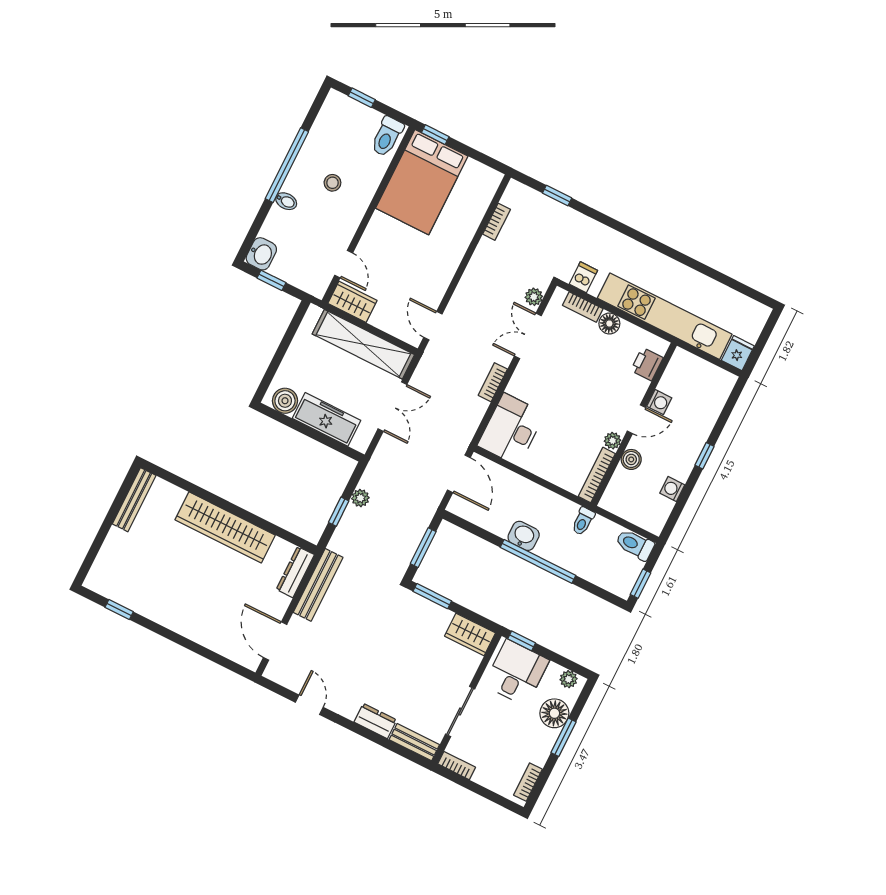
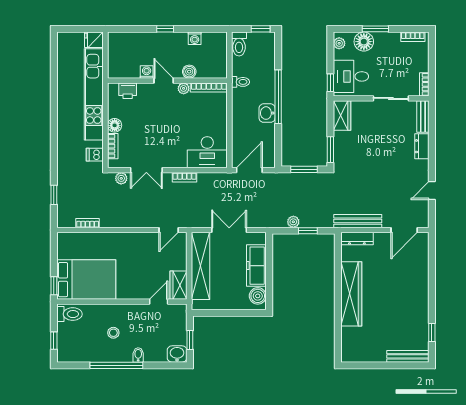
bench: (134, 500) -> (408, 356), moved

